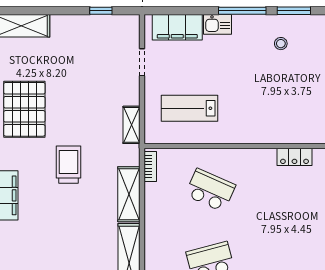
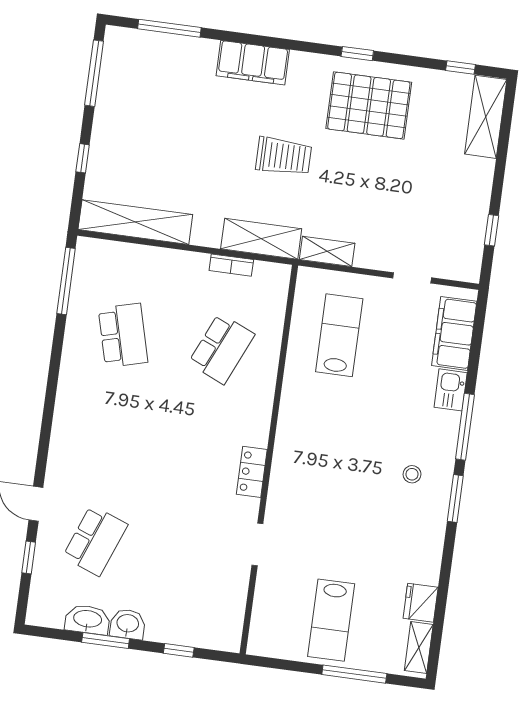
bookcase: (150, 166) -> (231, 265), moved
shelving: (129, 194) -> (261, 239), moved

